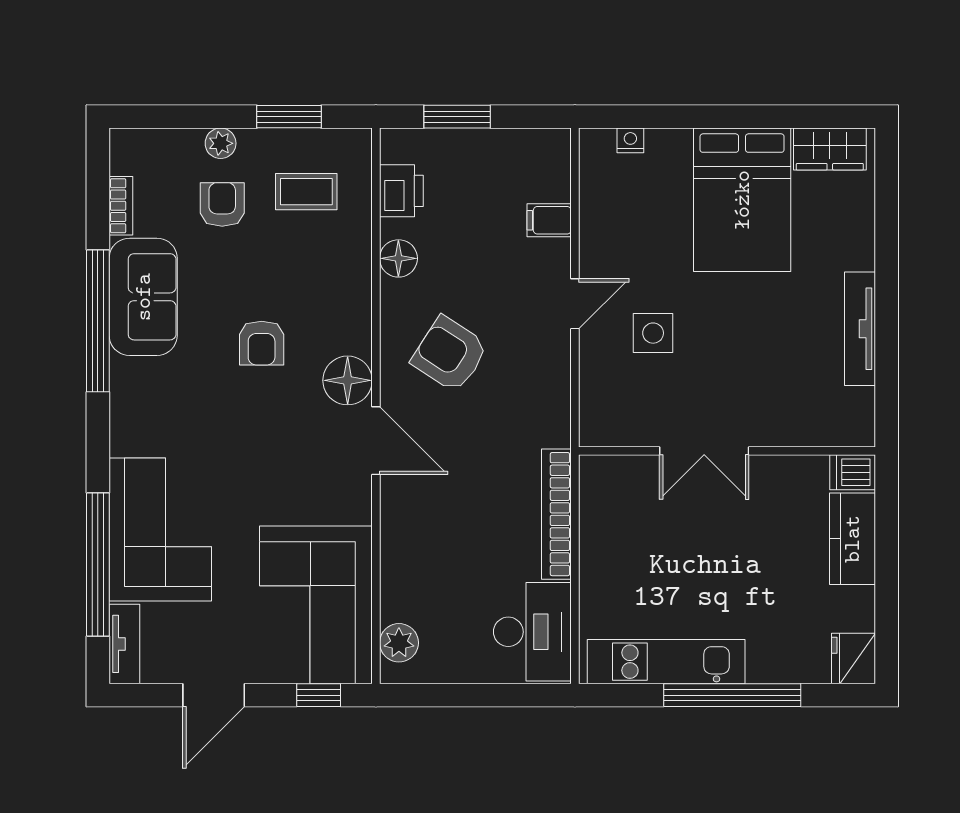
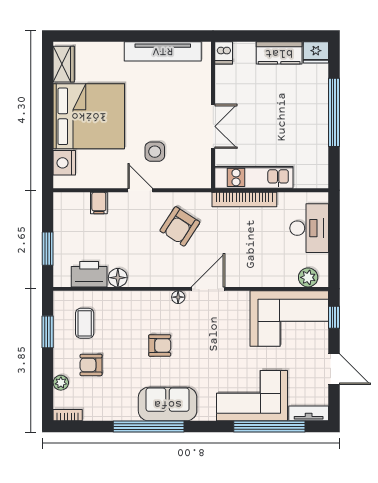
nightstand: (630, 140) -> (64, 163), width x1.89, depth x1.79
plant: (221, 143) -> (61, 383), moved
printer: (401, 191) -> (89, 274), width x1.37, depth x1.19
bed: (742, 200) -> (89, 116), width x1.36
bookcase: (121, 206) -> (68, 415), moved
sofa: (143, 297) -> (168, 404), moved
tv unit: (860, 329) -> (163, 51), width x1.36, depth x1.29
armchair: (450, 354) -> (180, 226), moved
floor lamp: (348, 380) -> (178, 297), width x0.53, depth x0.53
kitchen counter: (852, 539) -> (279, 53), moved
desk: (532, 632) -> (309, 228), moved, turned 90
kitchen unit: (666, 662) -> (254, 177), moved, turned 90

